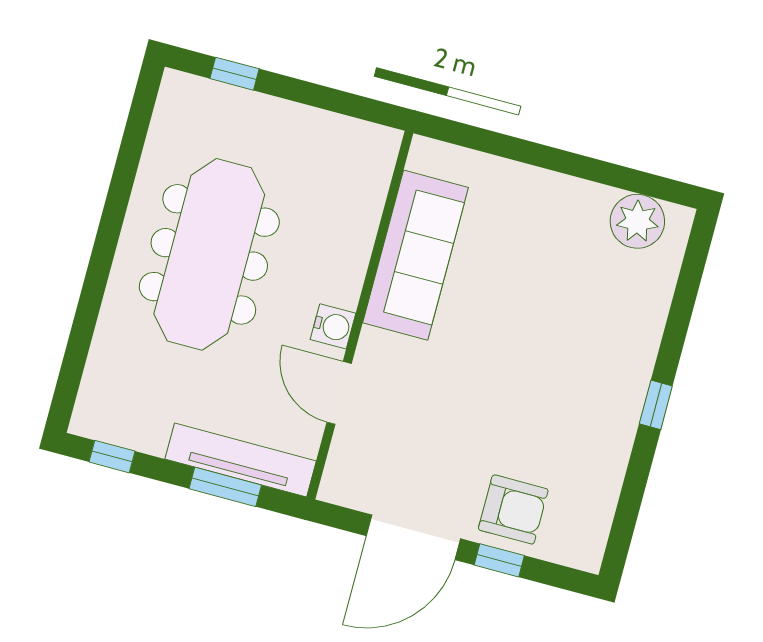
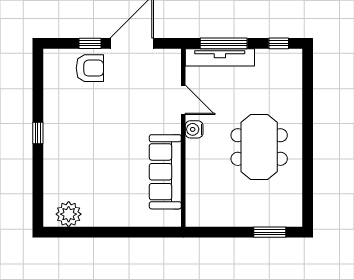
window: (234, 74) -> (270, 232), width x1.50
meeting table: (209, 254) -> (259, 147), width x0.73
window: (225, 487) -> (224, 43), width x1.44
armchair: (513, 509) -> (90, 68), turned 180

